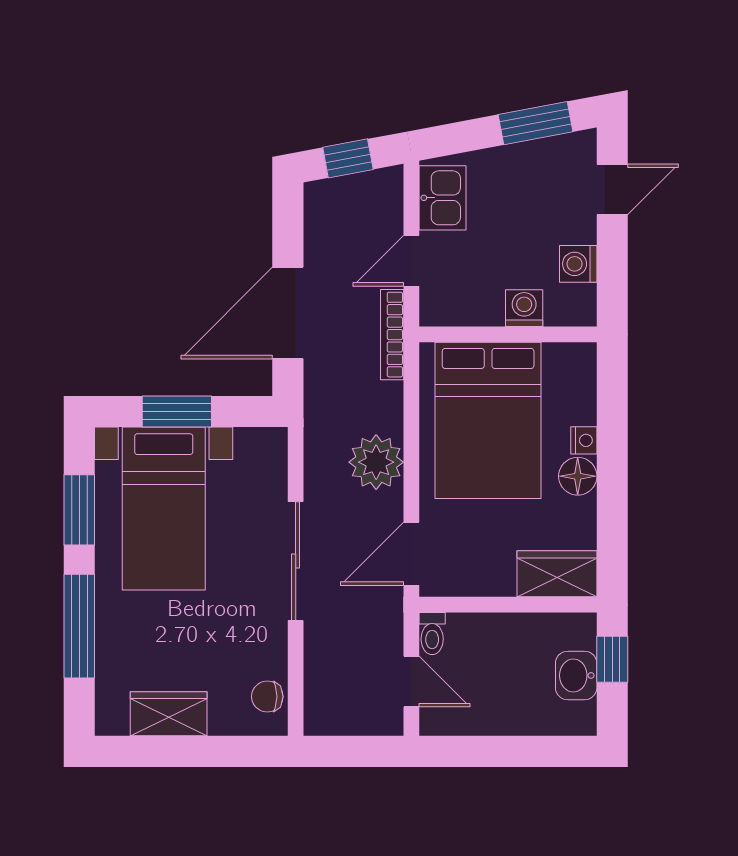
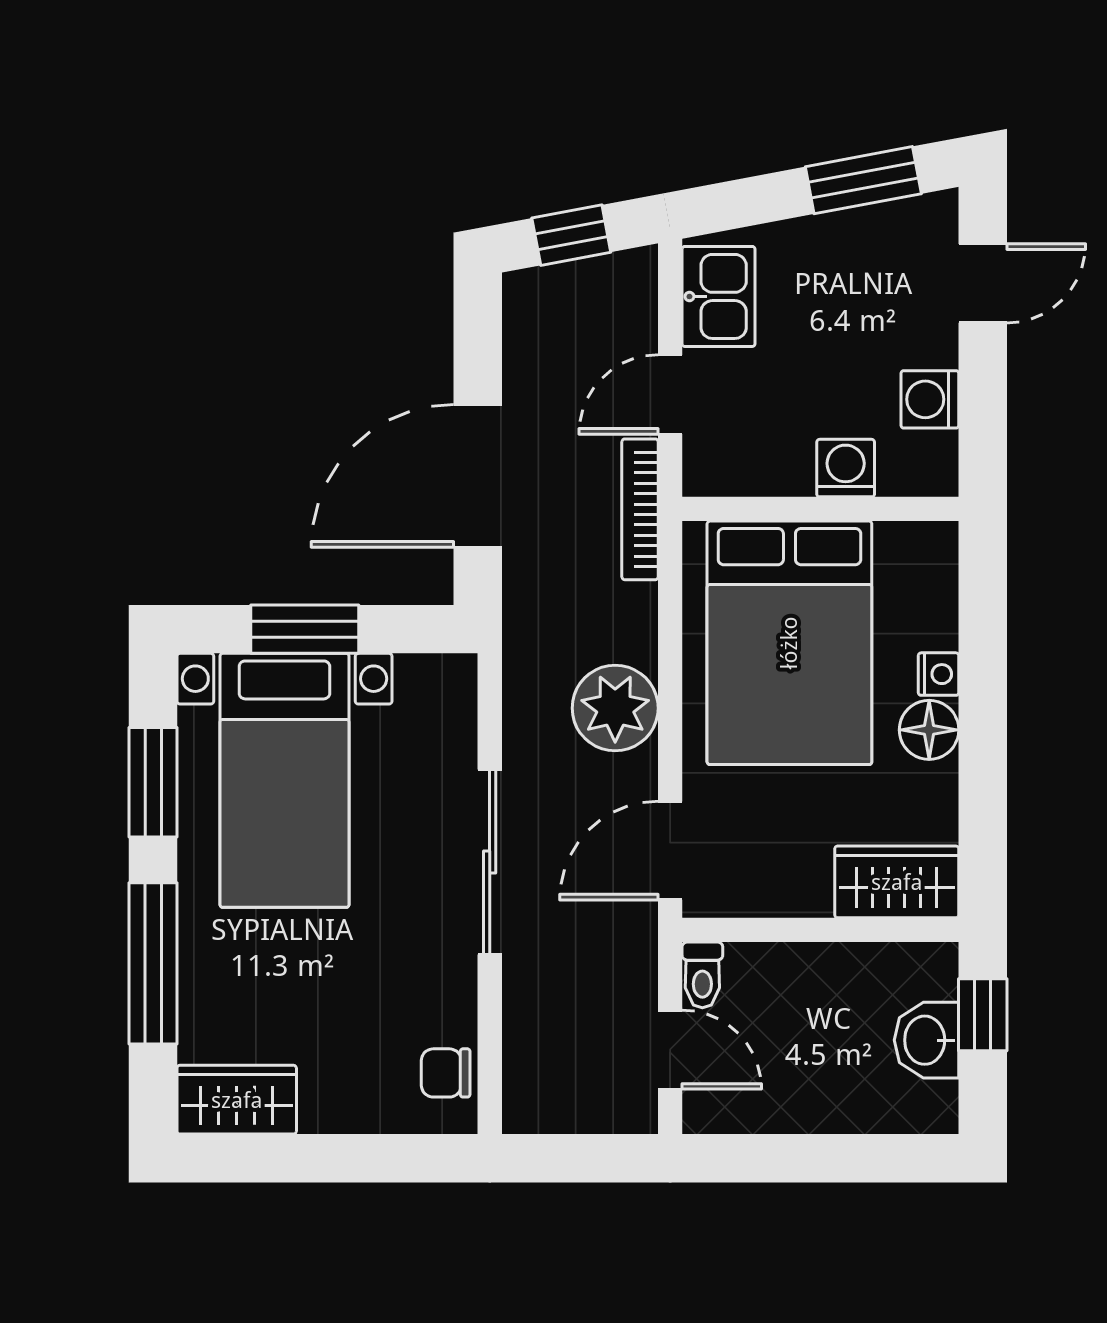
wardrobe: (169, 714) -> (237, 1100), moved

